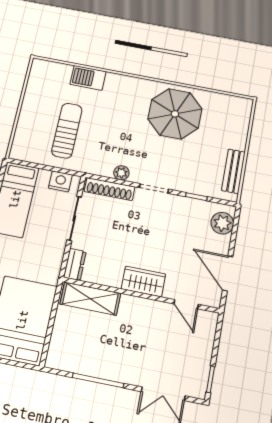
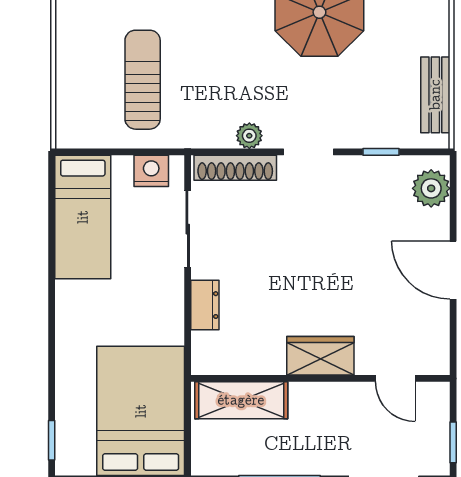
wardrobe: (143, 281) -> (320, 356), moved
wall: (141, 295) -> (320, 378), moved
shelving: (90, 299) -> (241, 400), moved
door: (186, 304) -> (395, 378), moved

